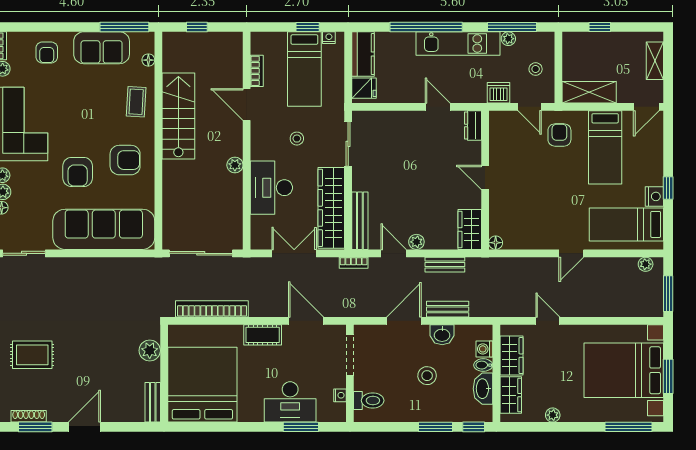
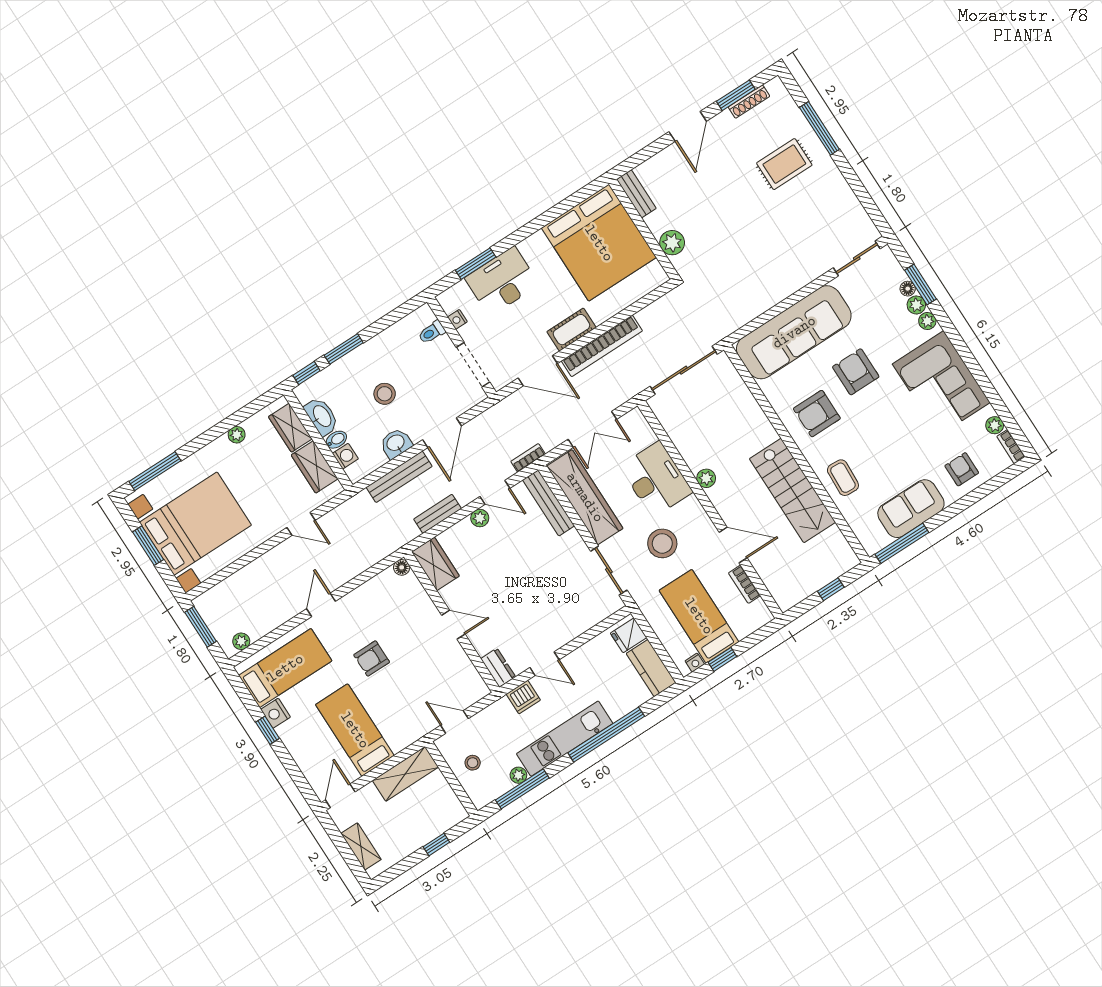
floor lamp: (148, 60) -> (857, 526), removed
dishwasher: (499, 93) -> (523, 697), moved
armchair: (559, 135) -> (372, 658), moved, turned 90
stool: (297, 139) -> (662, 543), width x1.89, depth x1.89
bookcase: (212, 309) -> (602, 346), moved
bench: (448, 309) -> (399, 477), width x1.36
toilet: (369, 400) -> (432, 332), width x0.73, depth x0.72

